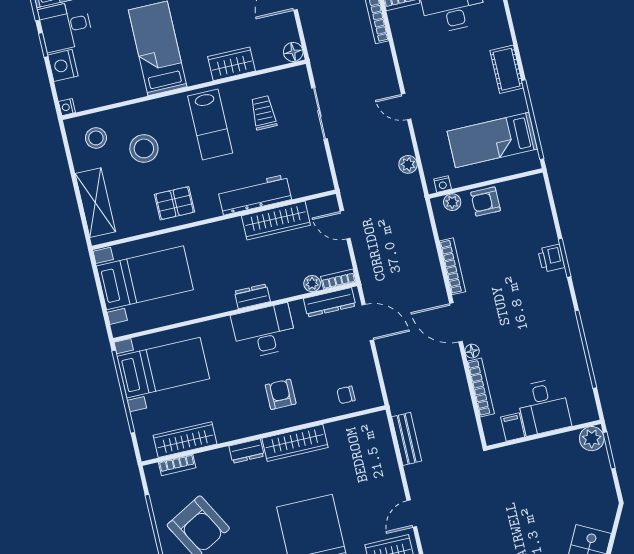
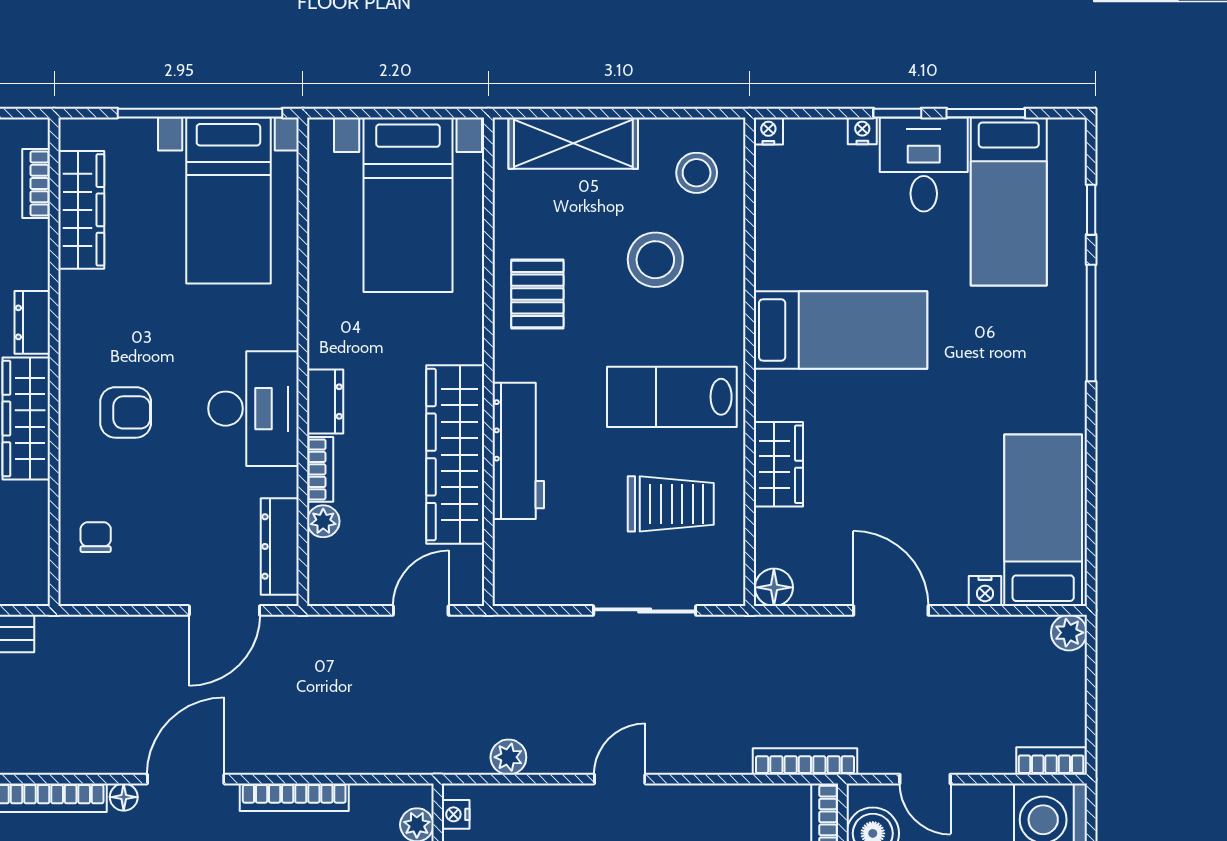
nightstand: (63, 65) -> (862, 131), width x0.53, depth x0.56
trolley: (264, 113) -> (671, 504), width x1.36, depth x1.39
wardrobe: (276, 221) -> (455, 455), width x1.40, depth x1.17
bookcase: (338, 279) -> (320, 469), moved

